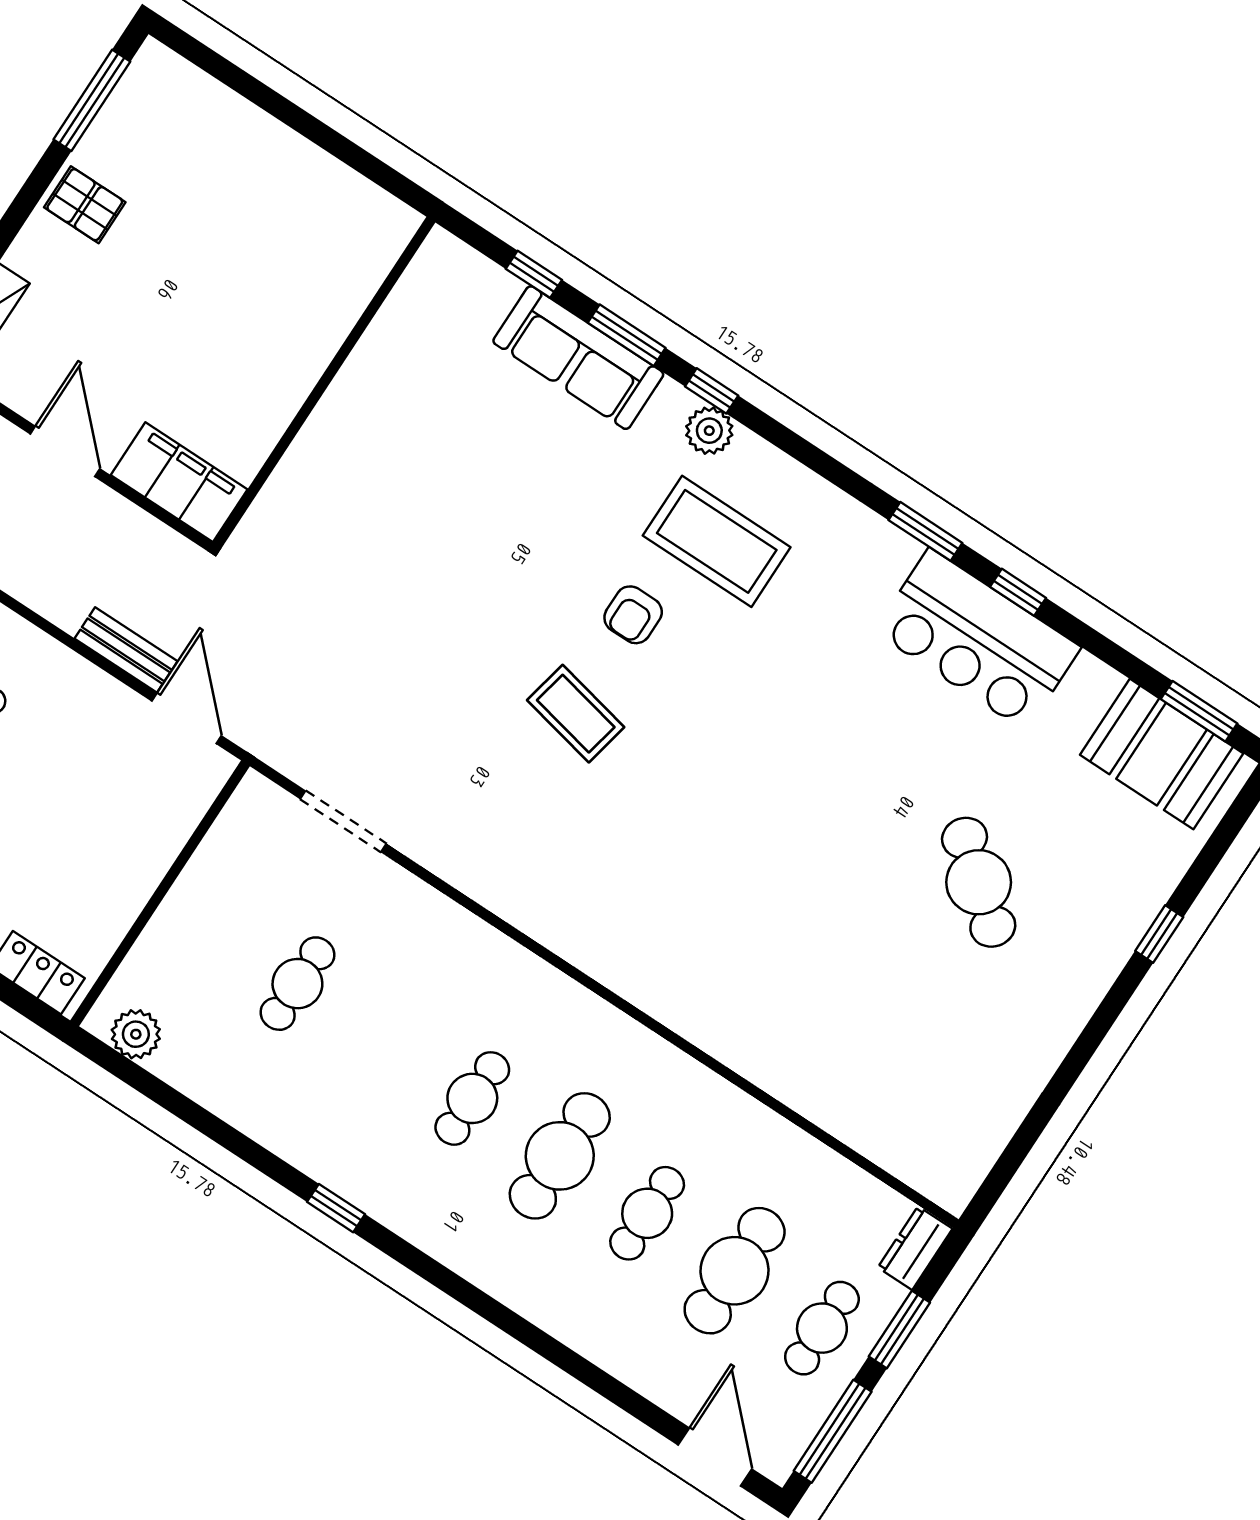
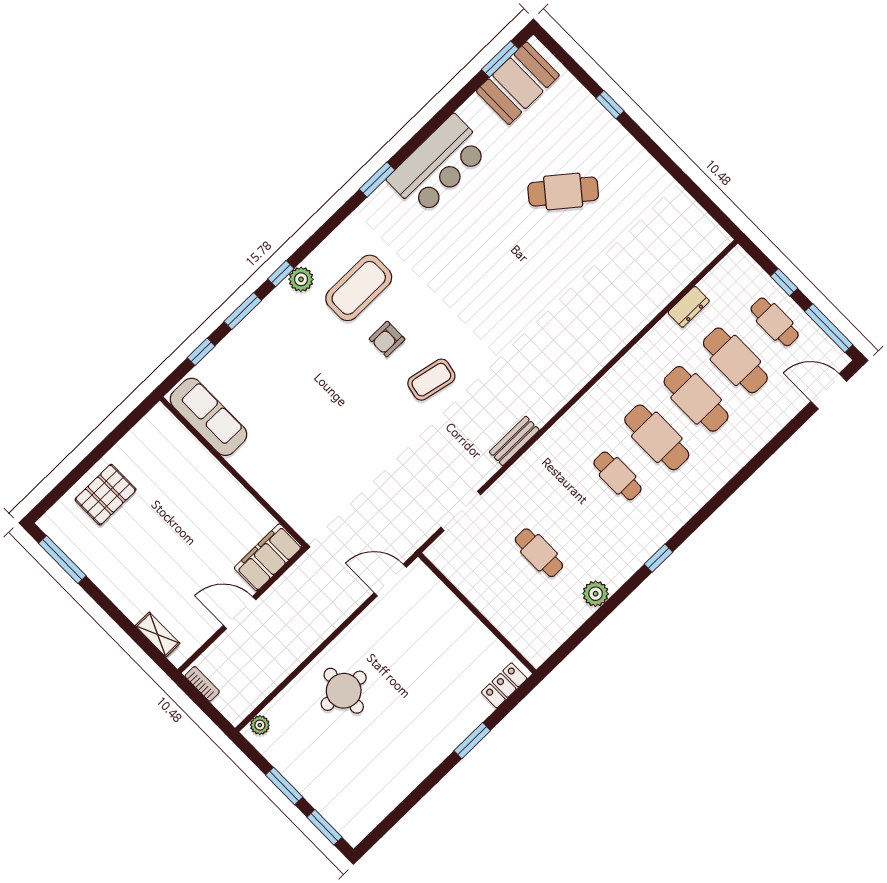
pallet: (85, 205) -> (106, 495), moved, width x1.50, depth x1.42
sofa: (578, 358) -> (208, 417), moved, turned -90
window: (1018, 592) -> (419, 139), removed
armchair: (633, 615) -> (387, 339), turned 90
bench: (126, 650) -> (514, 441), moved
plant: (136, 1034) -> (596, 594), moved
cafe table: (647, 1213) -> (696, 399), width x1.37, depth x1.35
dresser: (915, 1248) -> (689, 307), moved, turned -90
window: (899, 1330) -> (784, 282), width x0.67

